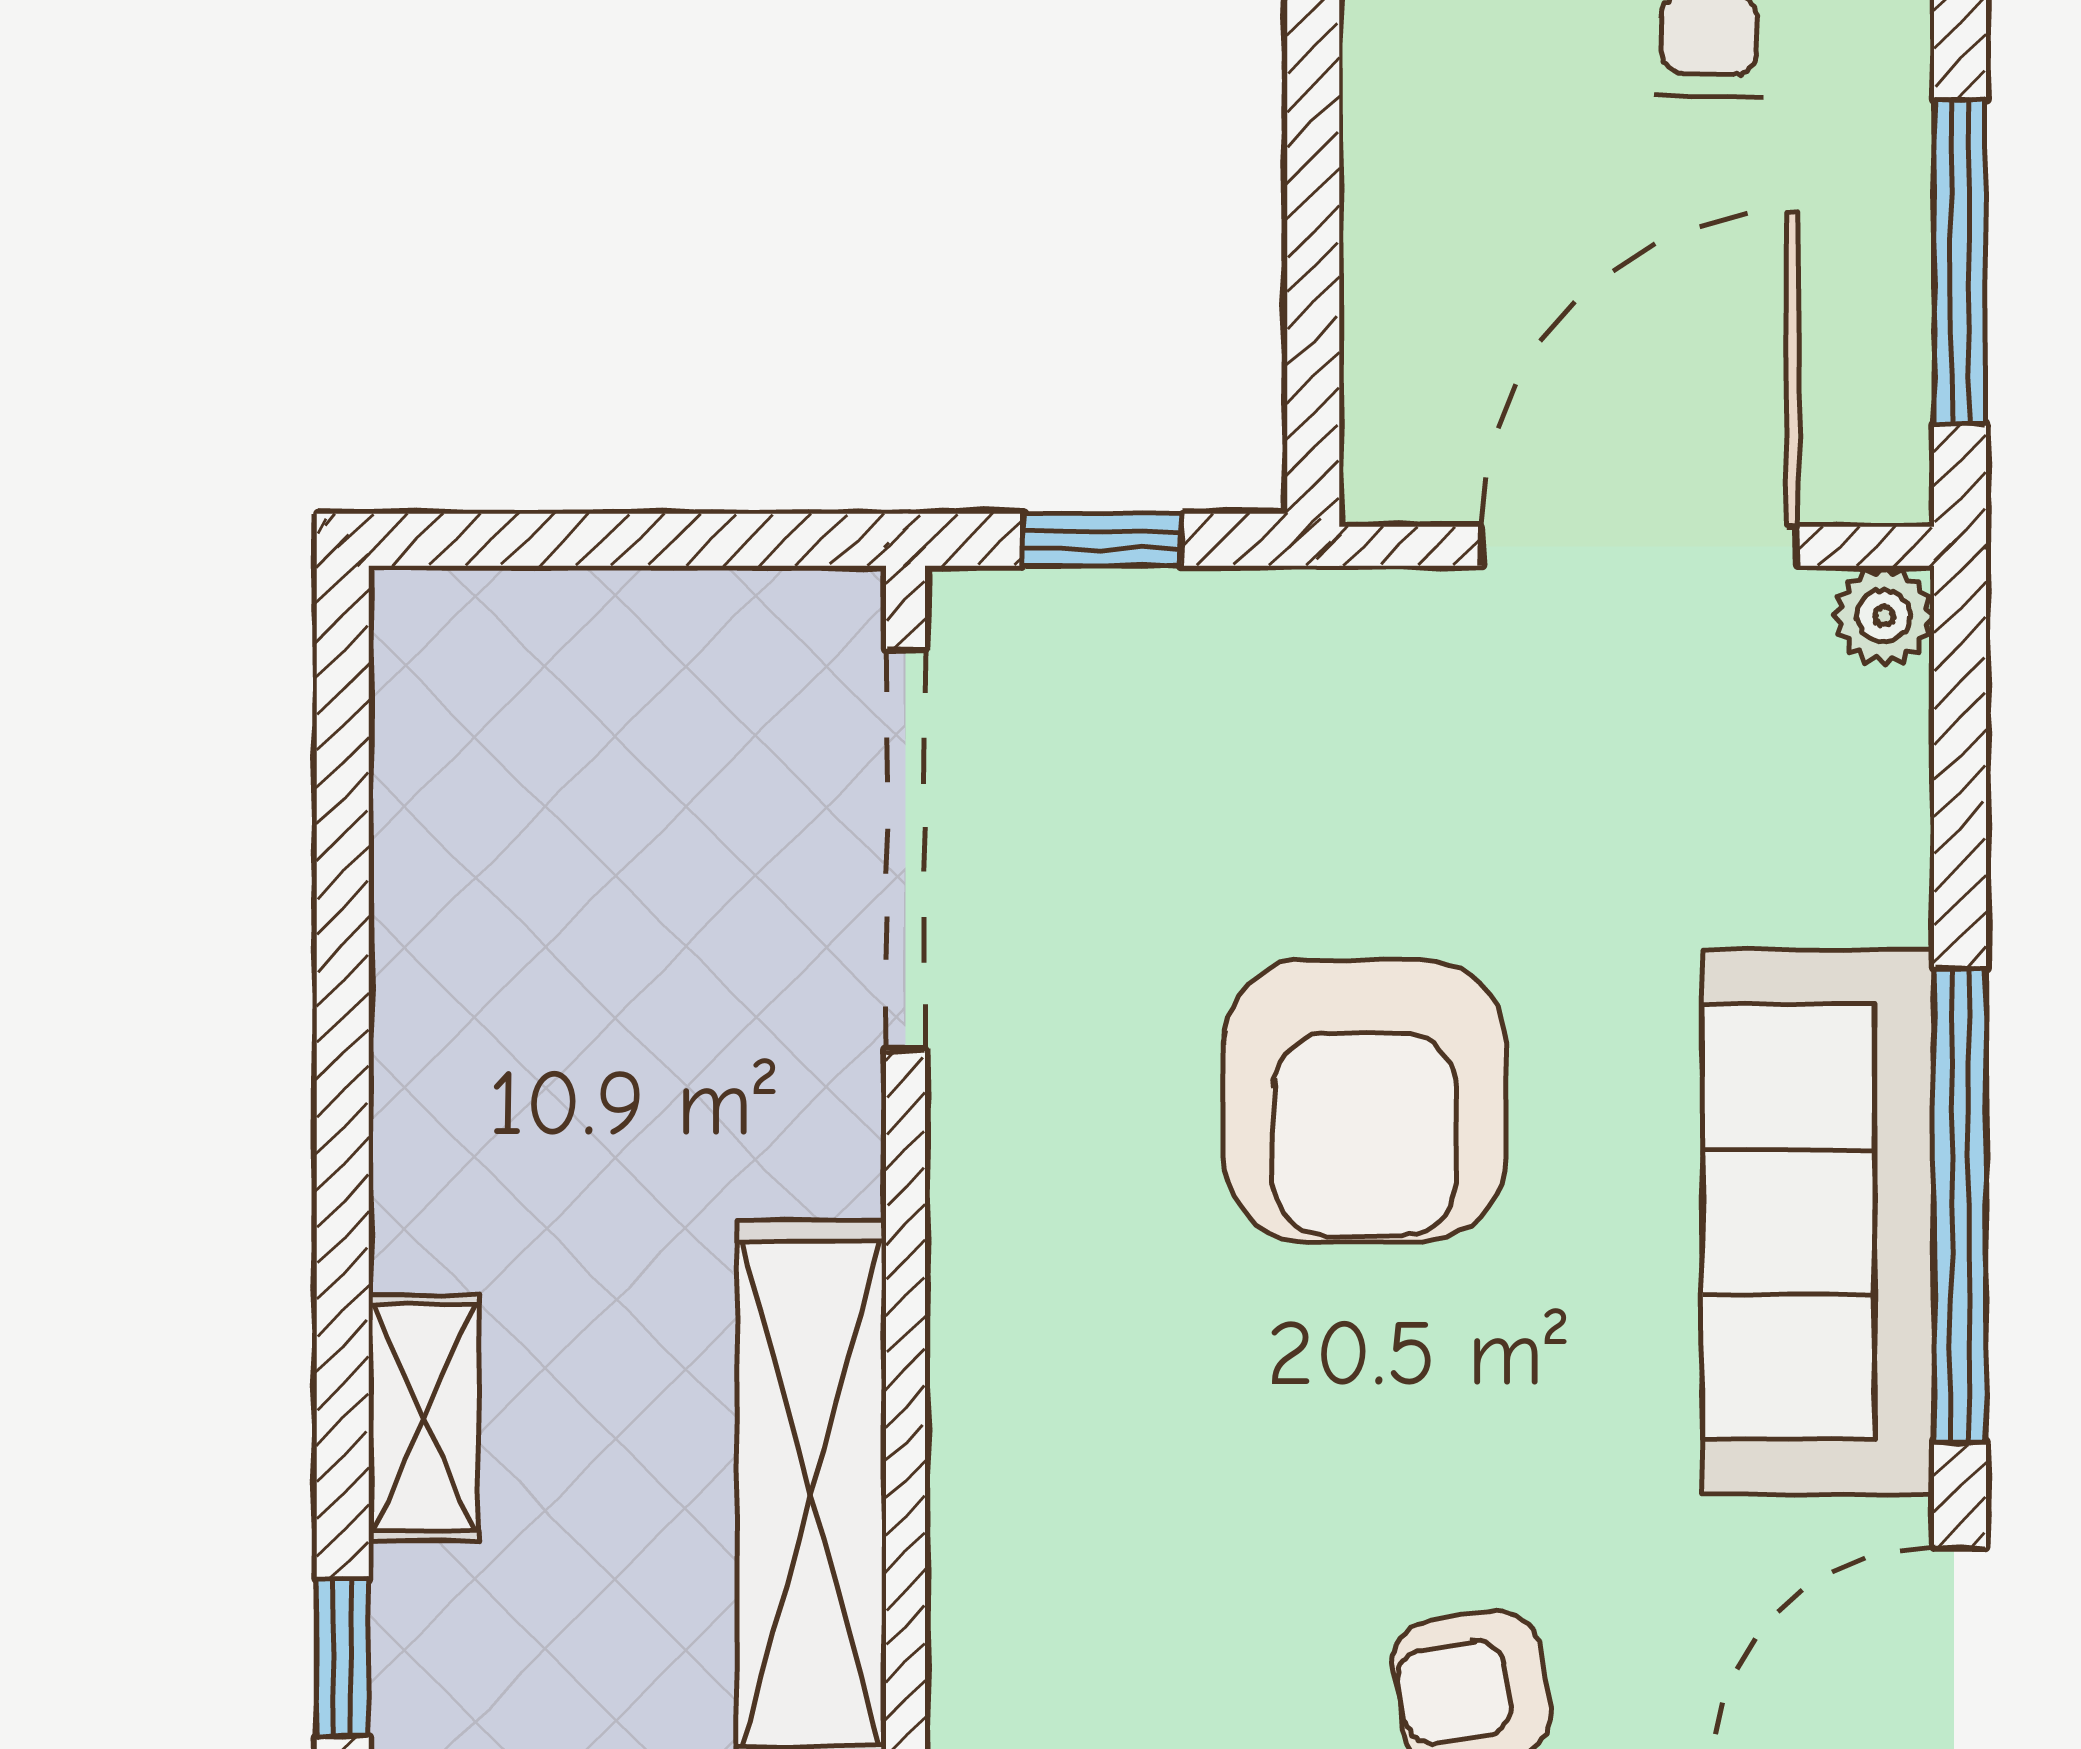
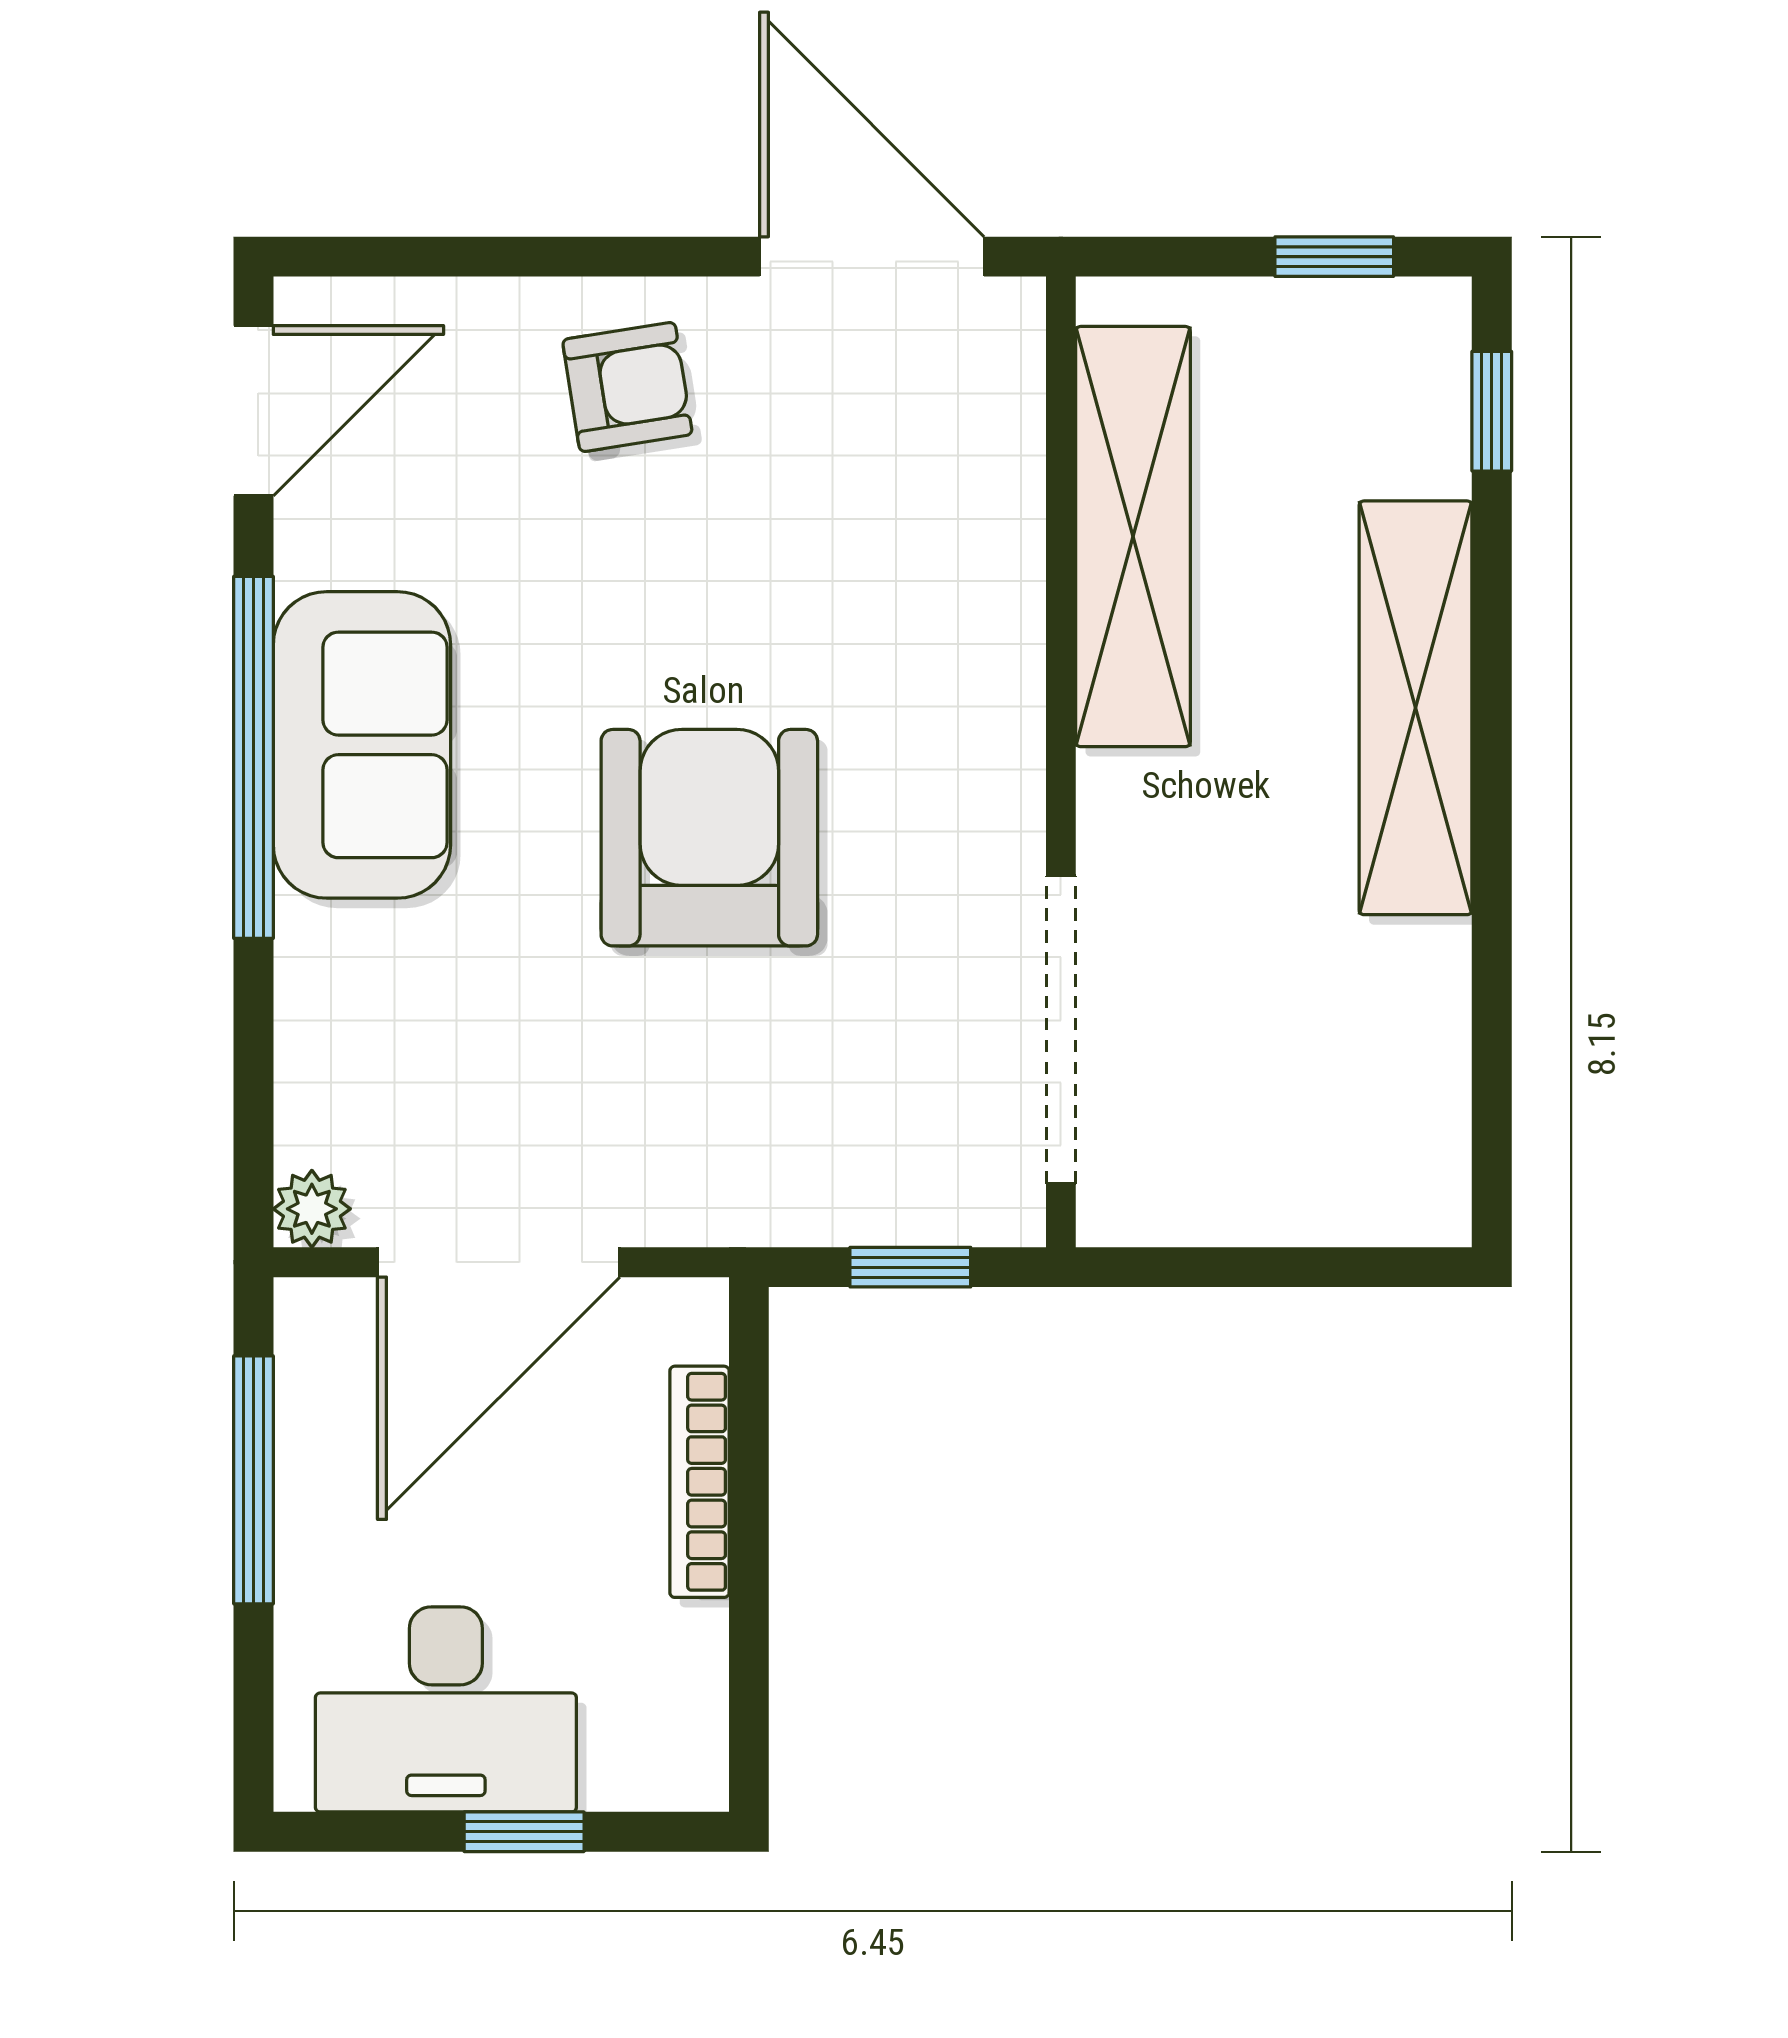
bookcase: (1378, 259) -> (699, 1482), added
sofa: (1818, 1222) -> (362, 745), width x0.73
shelving: (424, 1418) -> (1416, 708), width x2.20, depth x1.33

